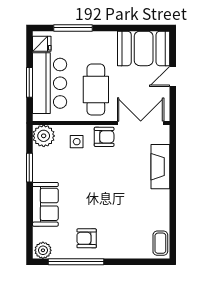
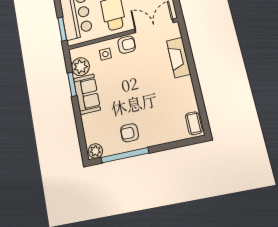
window: (29, 82) -> (62, 29), moved
plant: (44, 136) -> (80, 67), moved
sofa: (45, 204) -> (87, 94), moved

